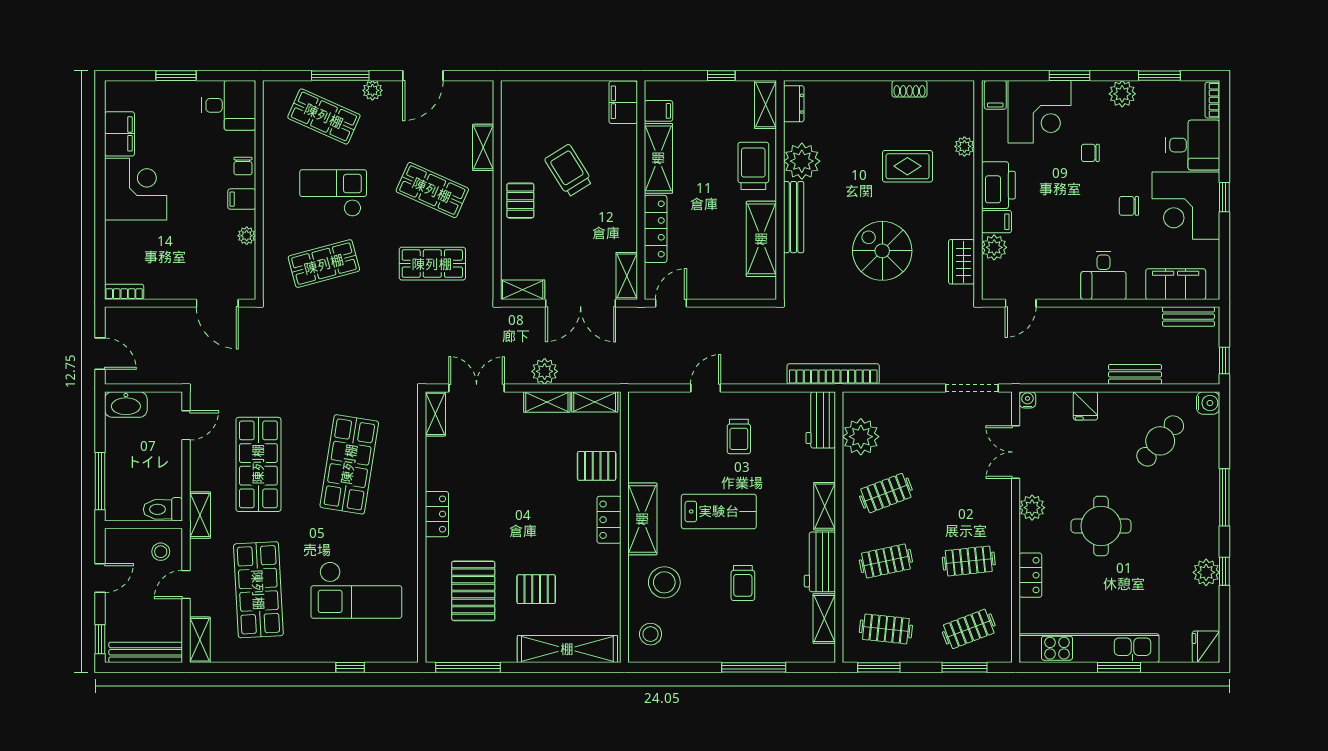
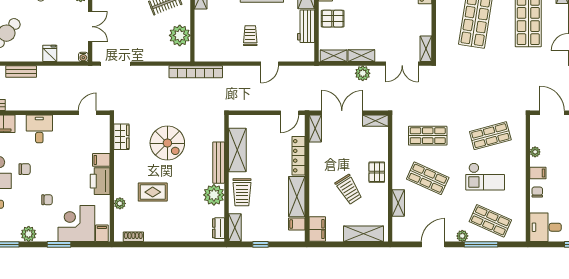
shoe rack: (909, 89) -> (133, 237), moved
shelving: (543, 94) -> (364, 234), added
plant: (994, 247) -> (103, 145), removed
workbench: (821, 420) -> (306, 26), moved, turned 180

